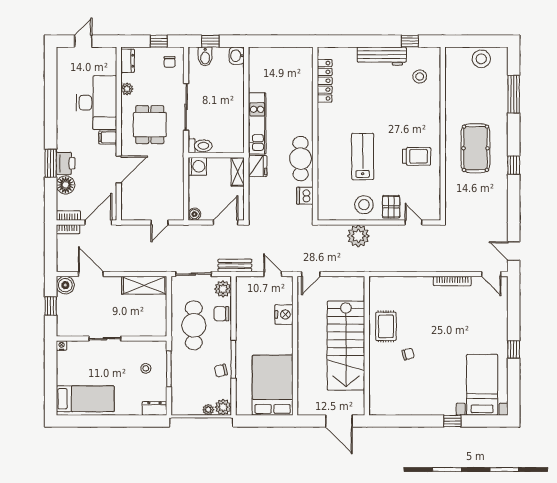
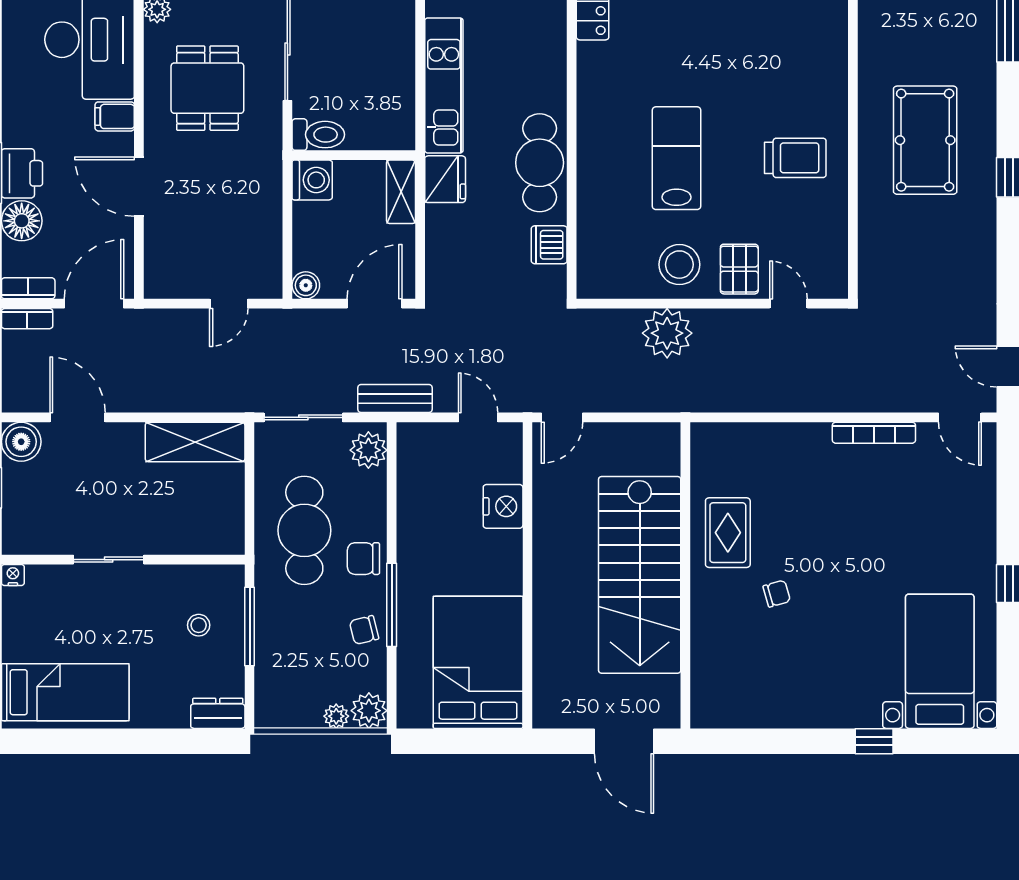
door: (119, 169) -> (139, 187), swing flipped
chair: (221, 314) -> (363, 559), moved

